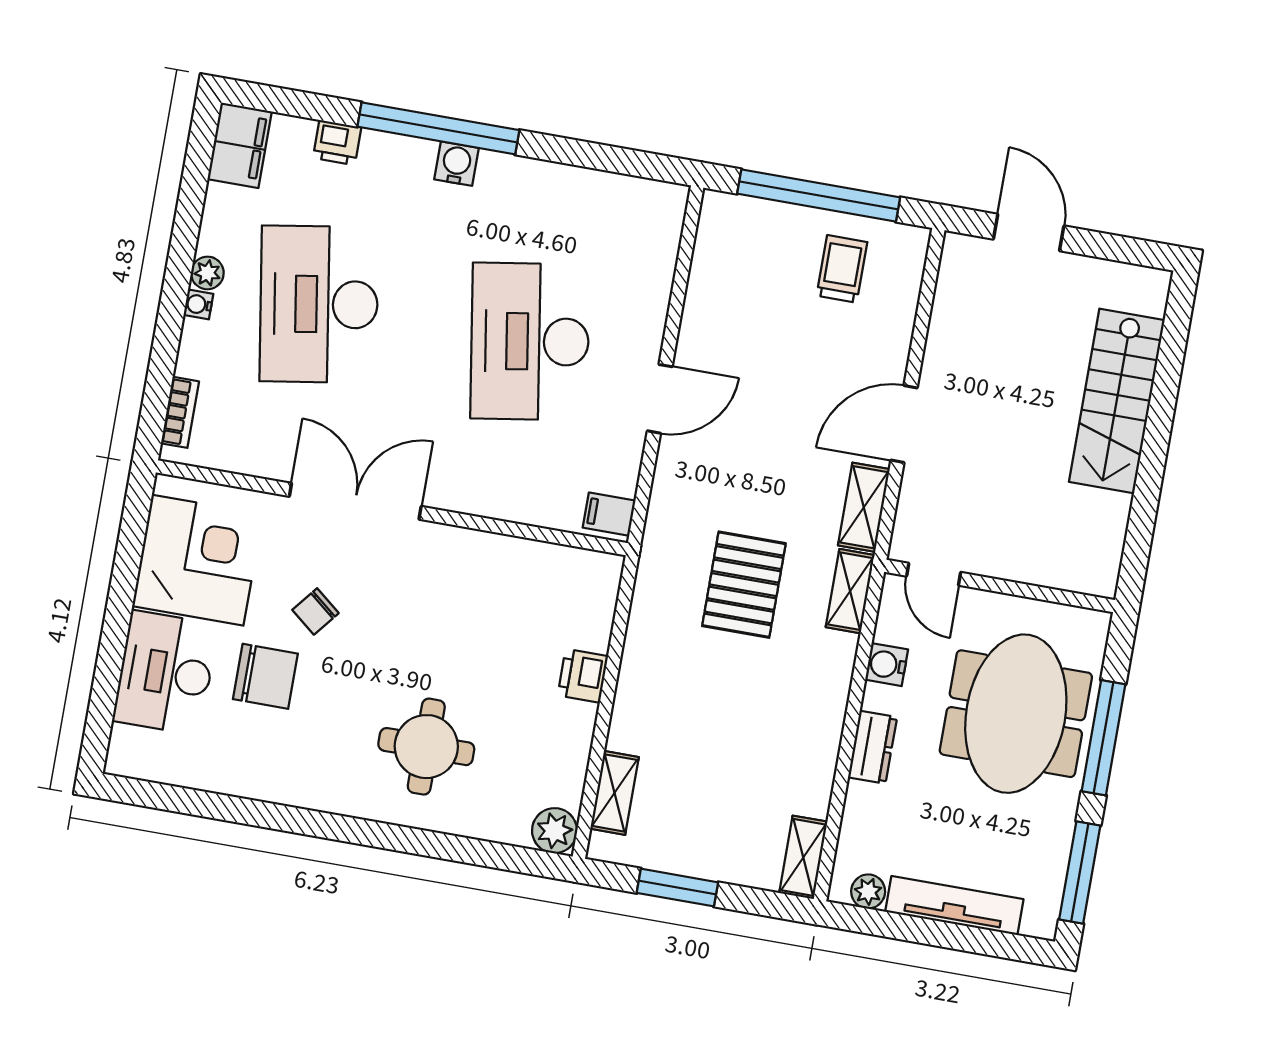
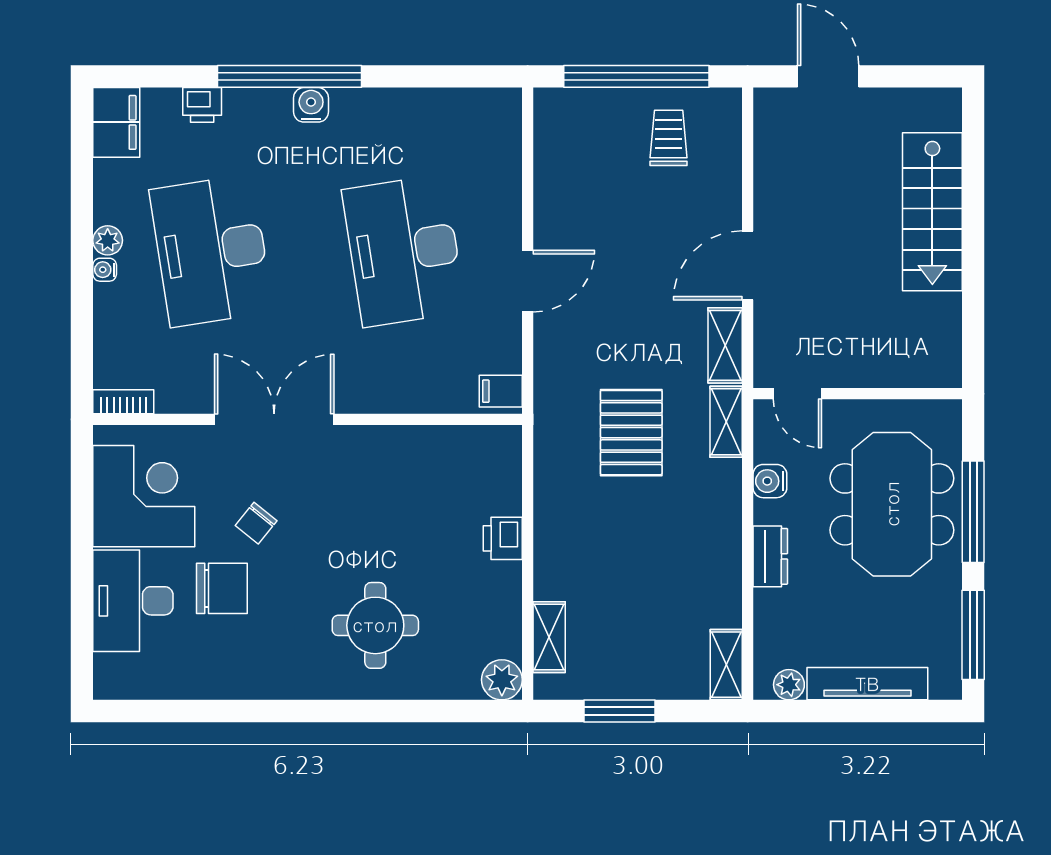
bookcase: (180, 412) -> (123, 402), moved, turned -90

